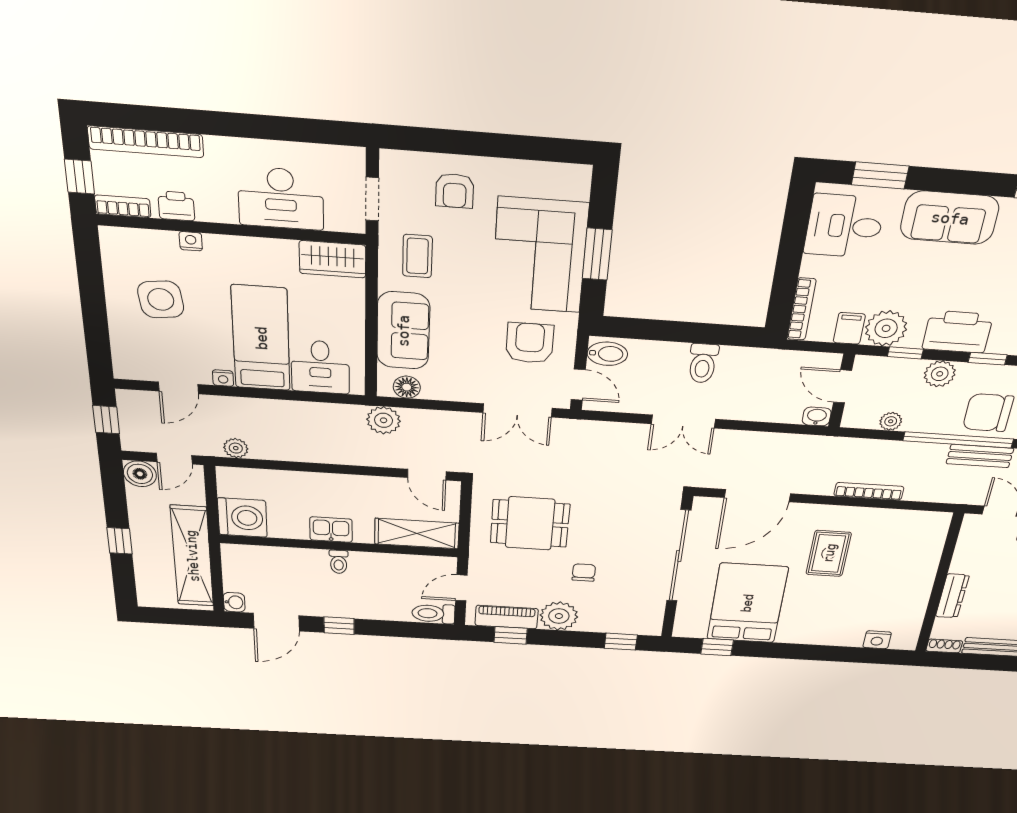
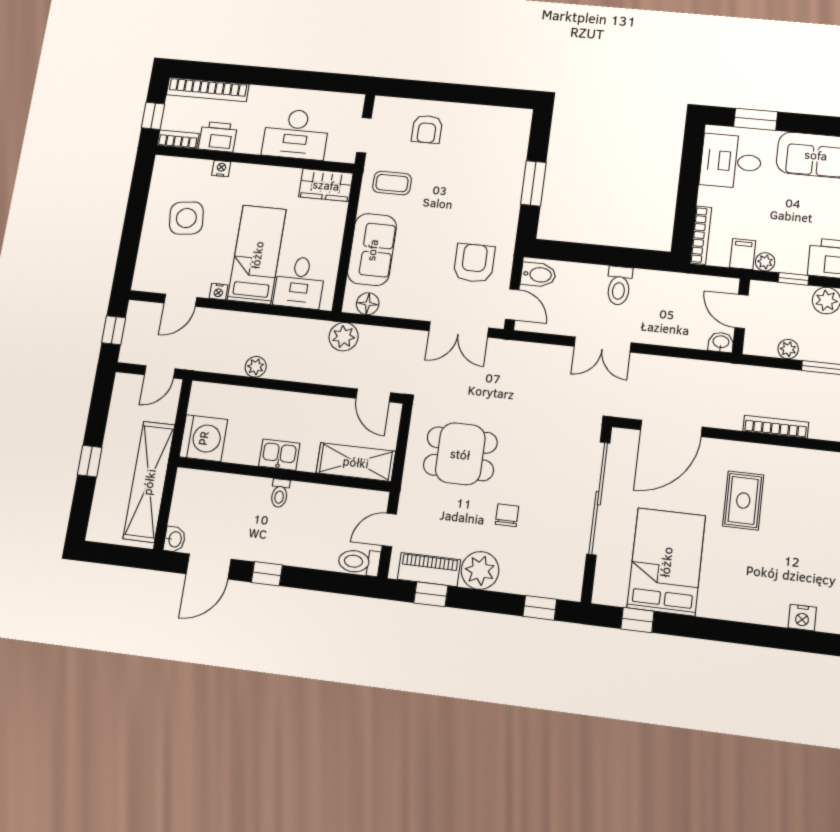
printer: (176, 206) -> (218, 137), width x1.36, depth x1.24
corner sofa: (540, 255) -> (488, 184), removed
coffee table: (417, 256) -> (392, 183), turned 90
plant: (886, 328) -> (765, 262), width x0.53, depth x0.53
plant: (236, 448) -> (256, 367), moved
boiler: (140, 474) -> (127, 387), removed

